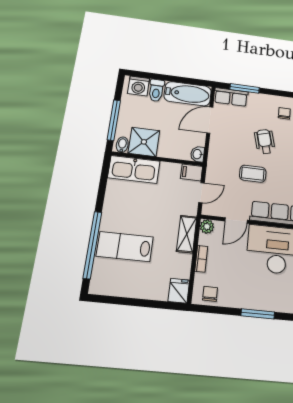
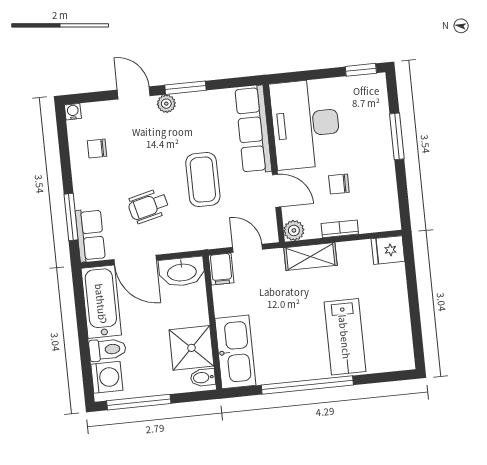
window: (114, 120) -> (139, 402), moved
wheelchair: (265, 142) -> (148, 206), moved
washbasin: (198, 154) -> (182, 272), width x1.91, depth x1.45
coffee table: (253, 174) -> (203, 180), width x1.36, depth x1.30
window: (92, 245) -> (307, 385), moved
chair: (210, 294) -> (339, 184), moved

